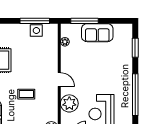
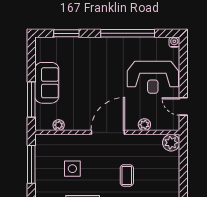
side table: (36, 31) -> (72, 169), moved
door: (59, 79) -> (108, 132), width x1.87
plant: (69, 103) -> (144, 125), width x0.53, depth x0.53

